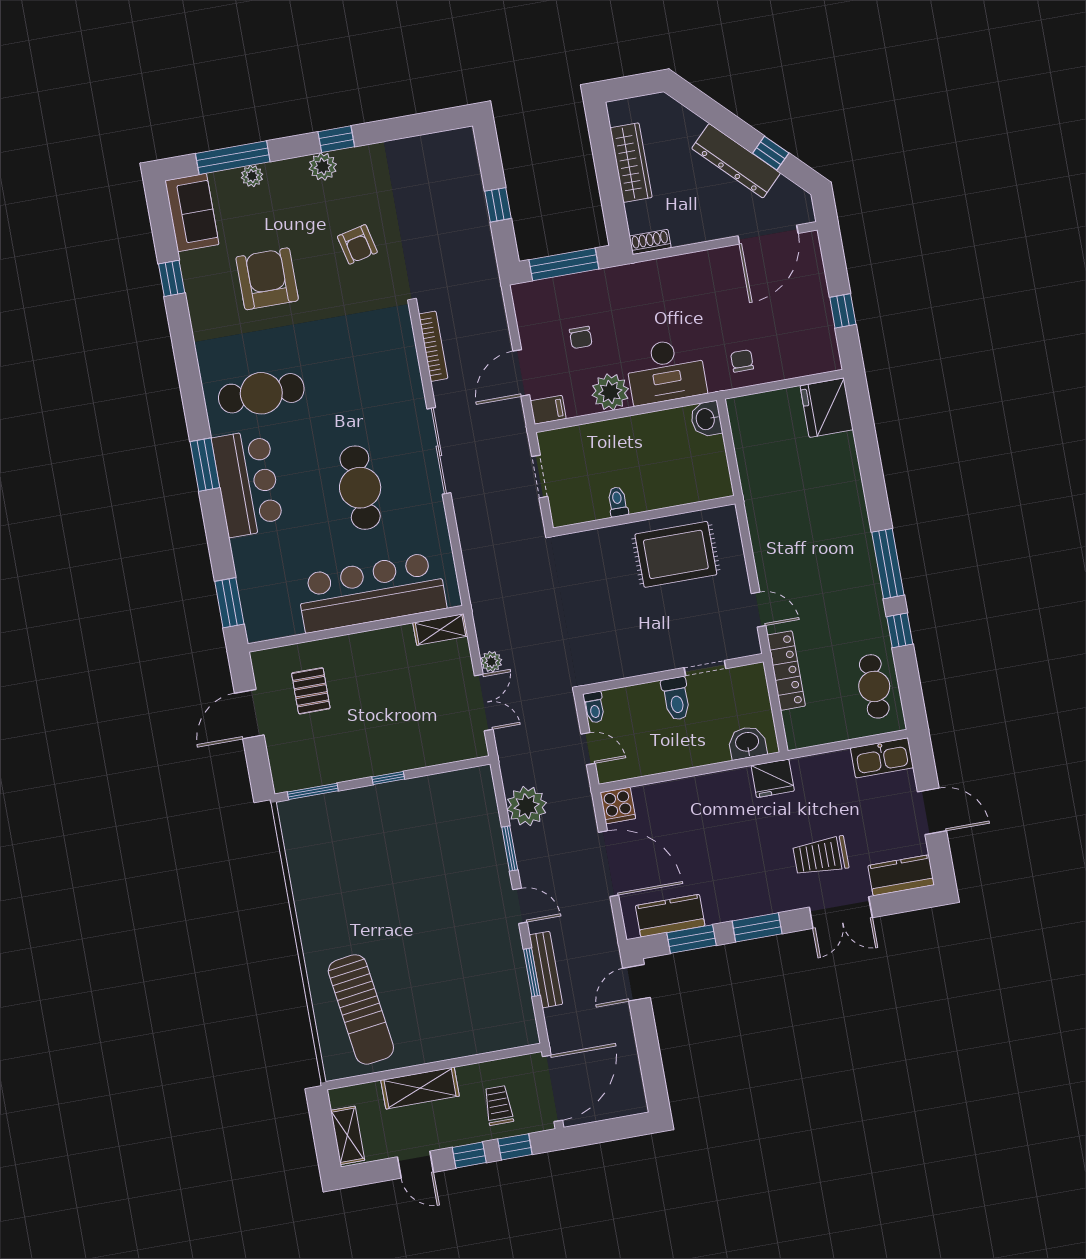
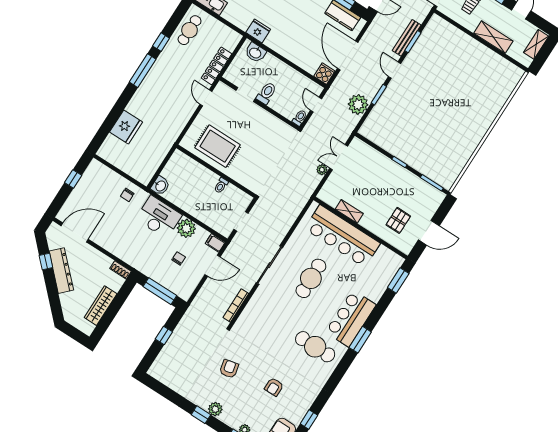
armchair: (267, 279) -> (274, 387), width x0.53, depth x0.53
fridge: (827, 408) -> (126, 127), moved
shelving: (440, 629) -> (349, 211), moved
sun lounger: (361, 1009) -> (488, 86), removed

